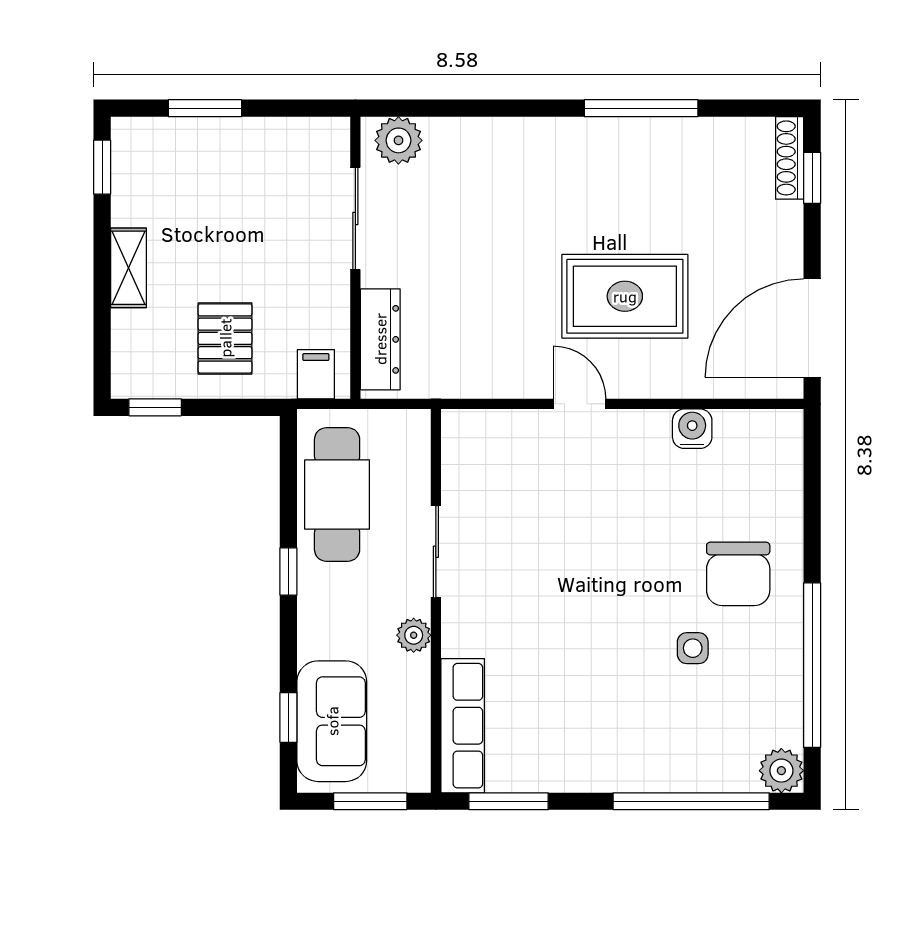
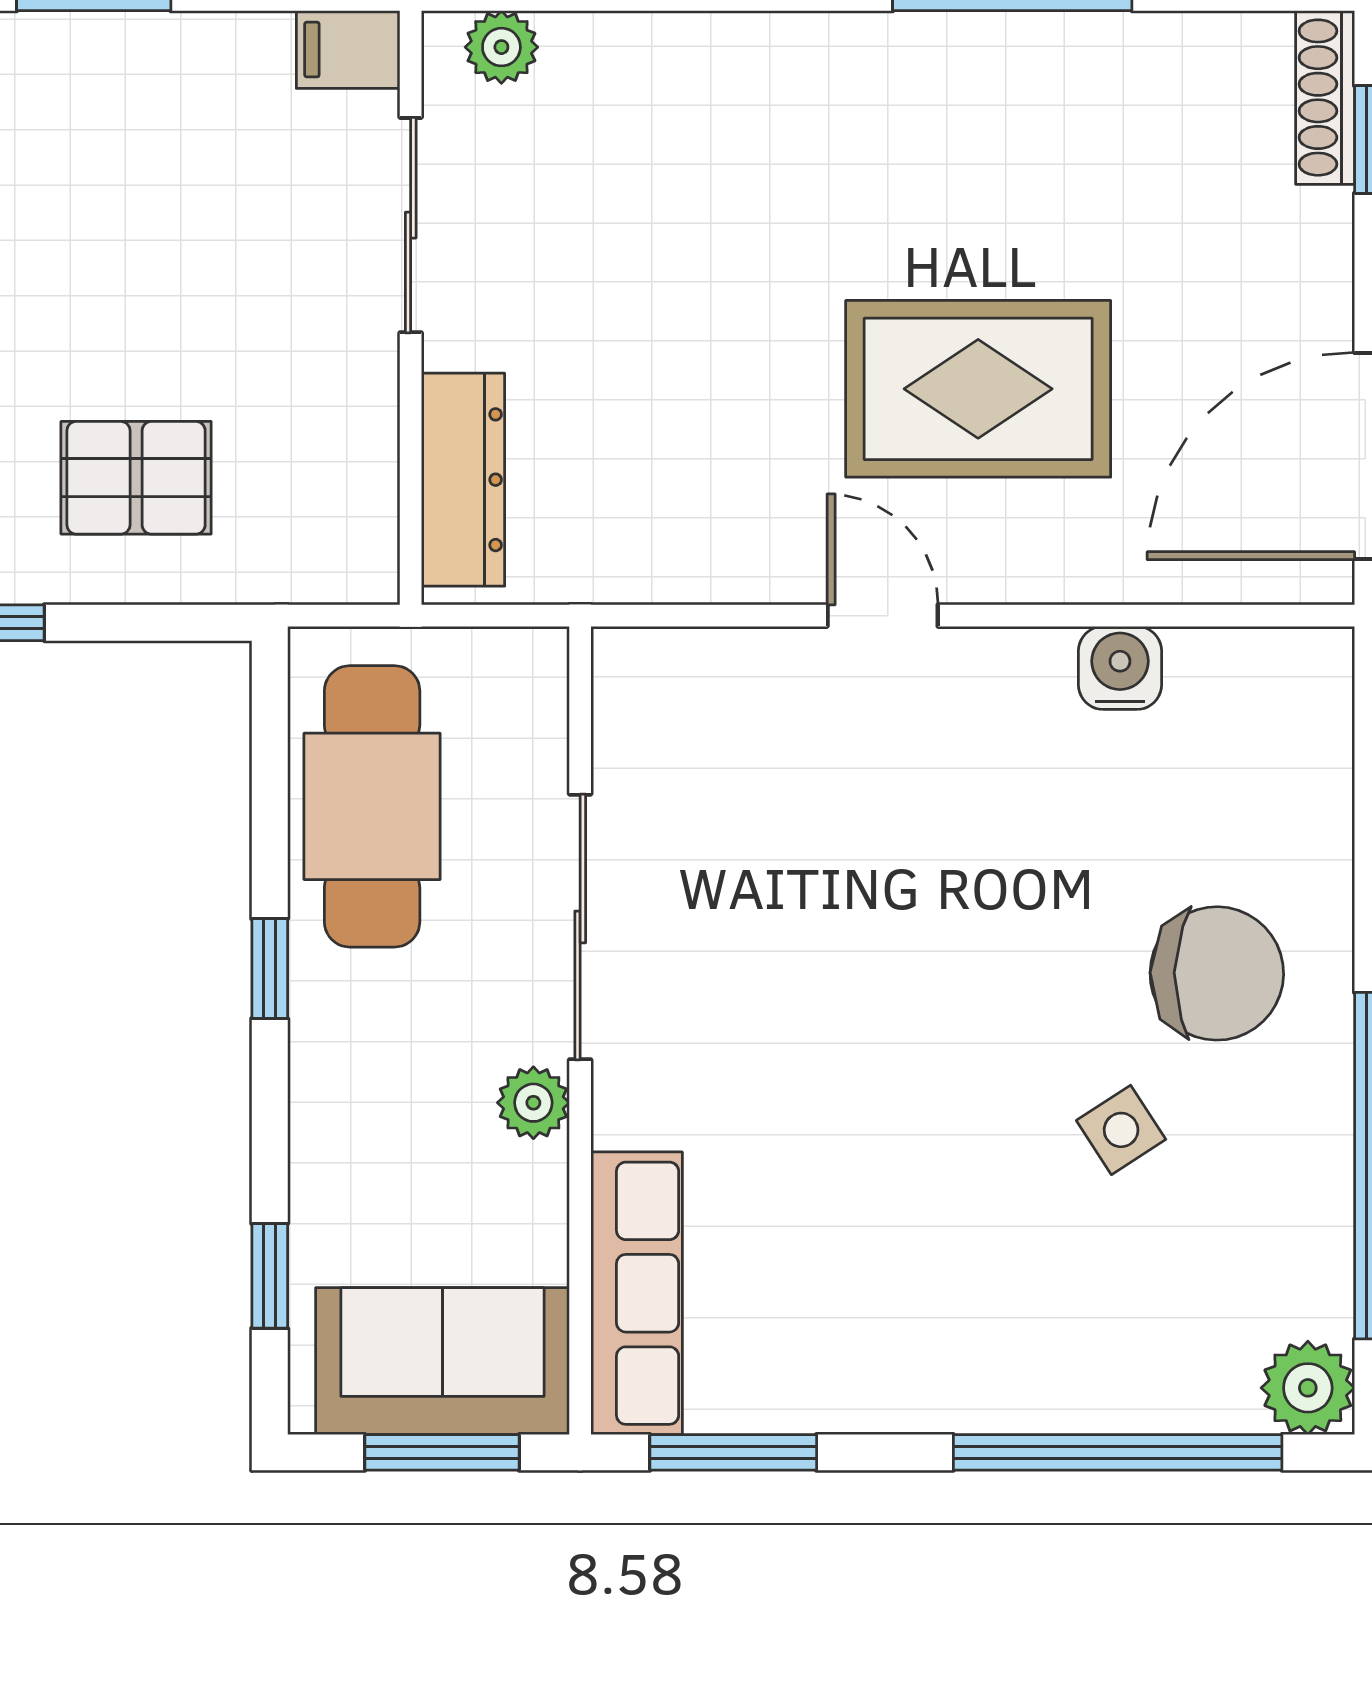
plant: (398, 140) -> (501, 47), width x0.73, depth x0.73
pallet: (225, 338) -> (136, 478), turned 90
filing cabinet: (316, 374) -> (348, 50), moved, turned -90
sliding door: (436, 552) -> (580, 927), width x1.37
chair: (738, 574) -> (1217, 973), turned -89
side table: (693, 648) -> (1121, 1130), turned -33
sofa: (332, 721) -> (442, 1361), moved, turned -90

